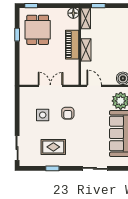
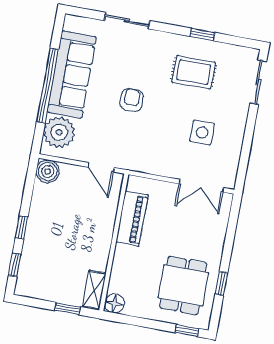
piano: (72, 45) -> (132, 219), moved
shelving: (86, 50) -> (104, 234), removed
double door: (50, 86) -> (201, 186), moved
armchair: (68, 113) -> (132, 100), moved

